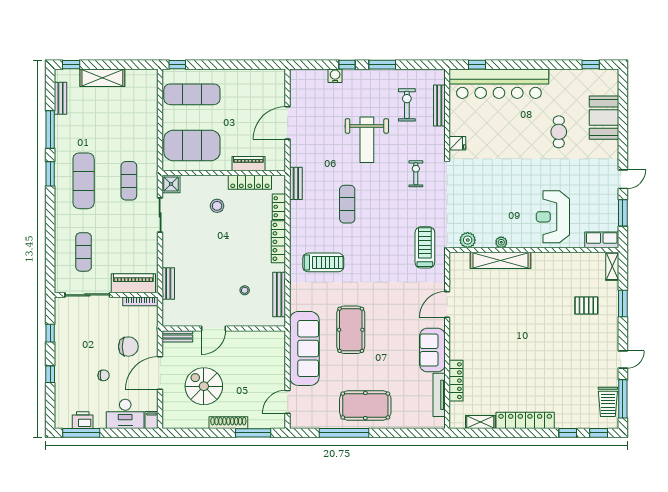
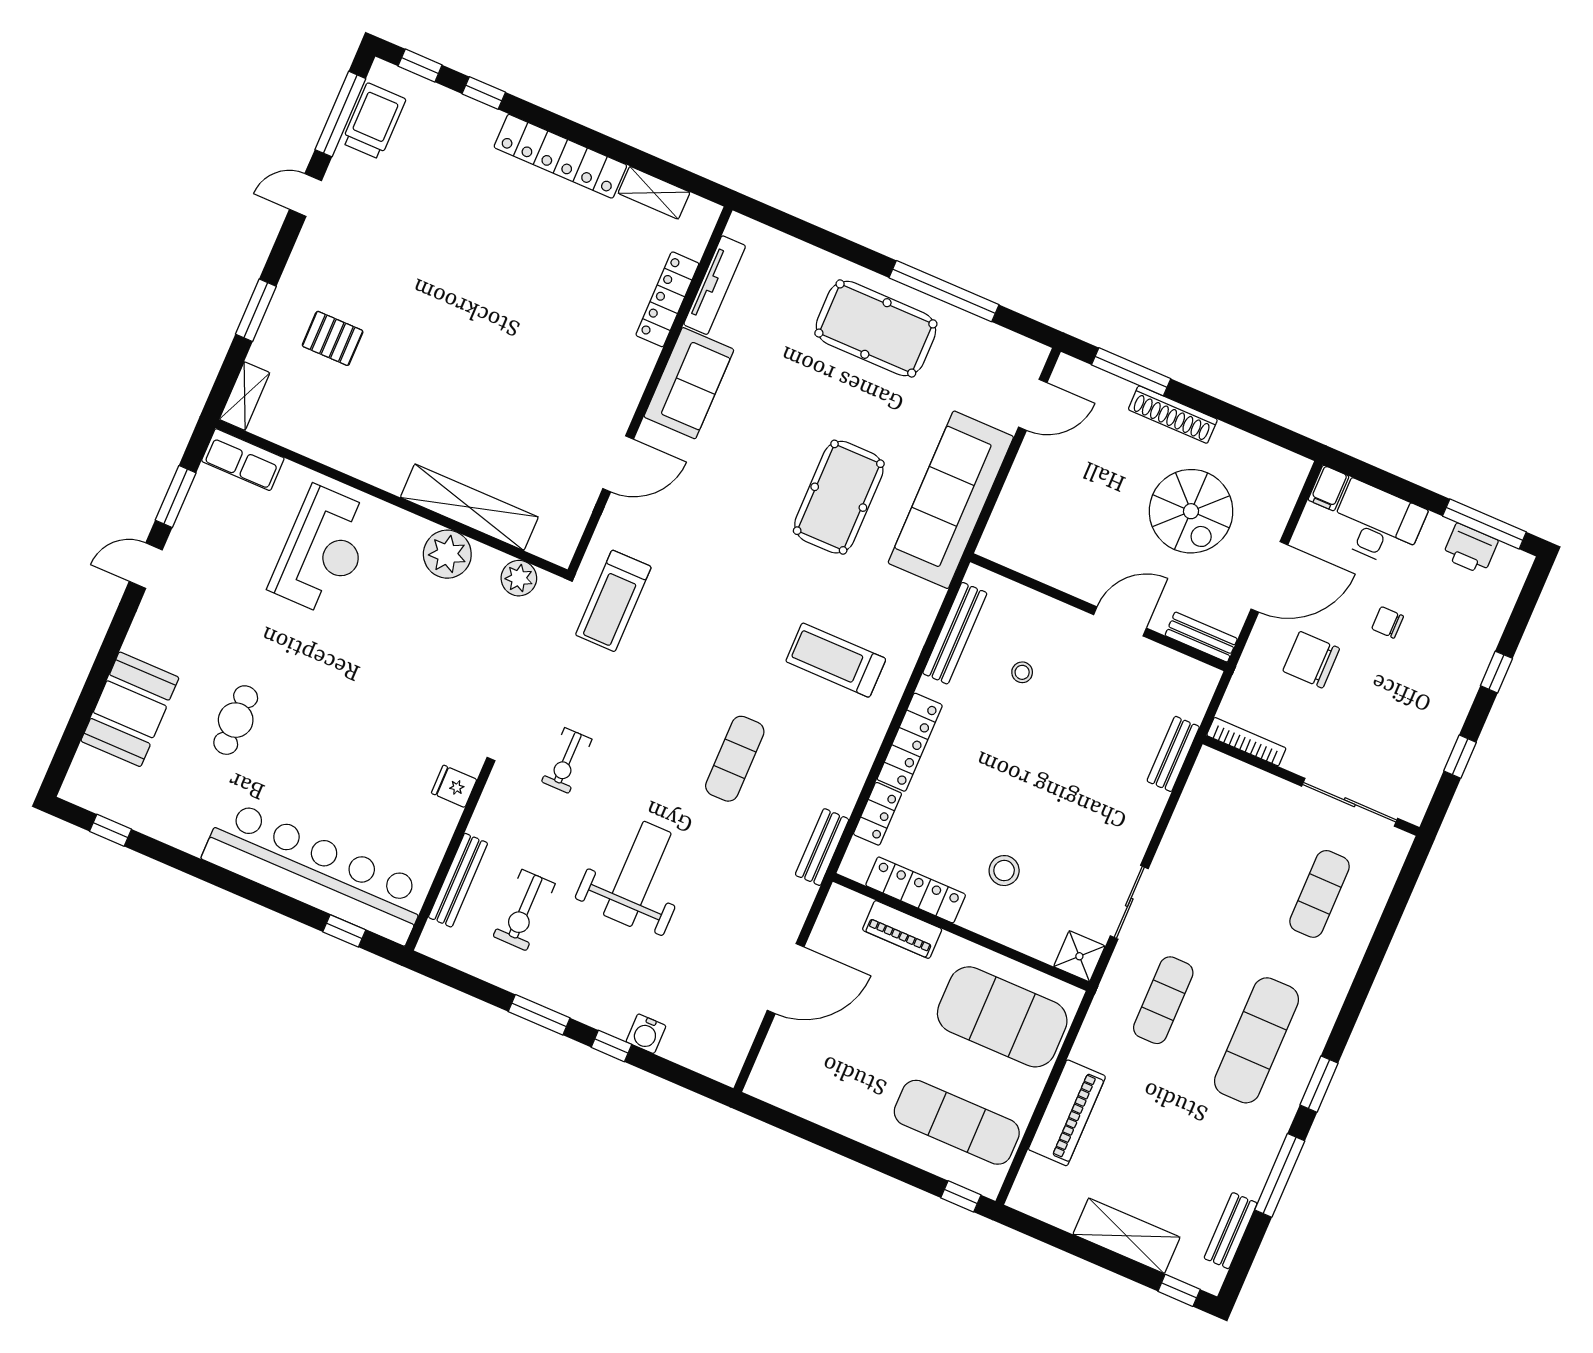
plant: (501, 242) -> (447, 554), width x1.87, depth x1.87
piano: (133, 283) -> (1067, 1113), moved, turned -90

